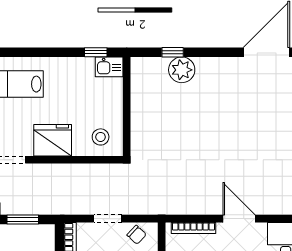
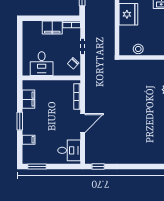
stool: (101, 137) -> (138, 49), moved

